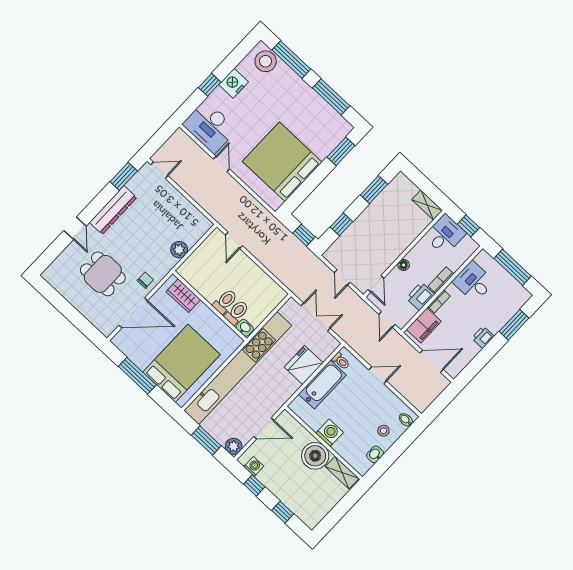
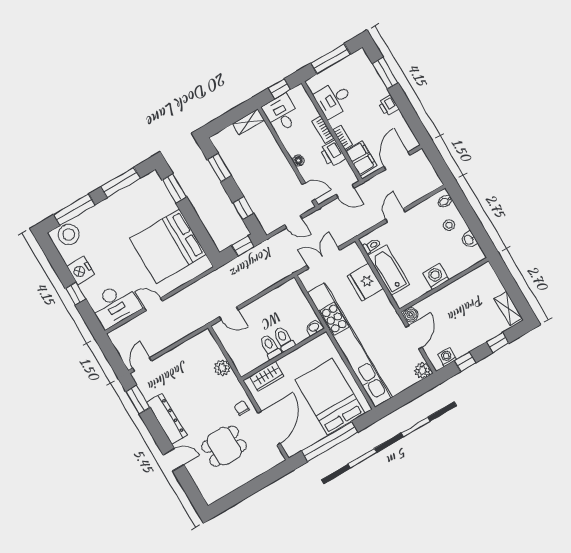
toilet: (237, 312) -> (270, 347), moved
window: (137, 376) -> (329, 442), width x1.46
window: (206, 440) -> (409, 395), removed
boiler: (315, 456) -> (411, 315), moved, width x0.54, depth x0.54
shelving: (342, 473) -> (508, 309), moved, turned 90

